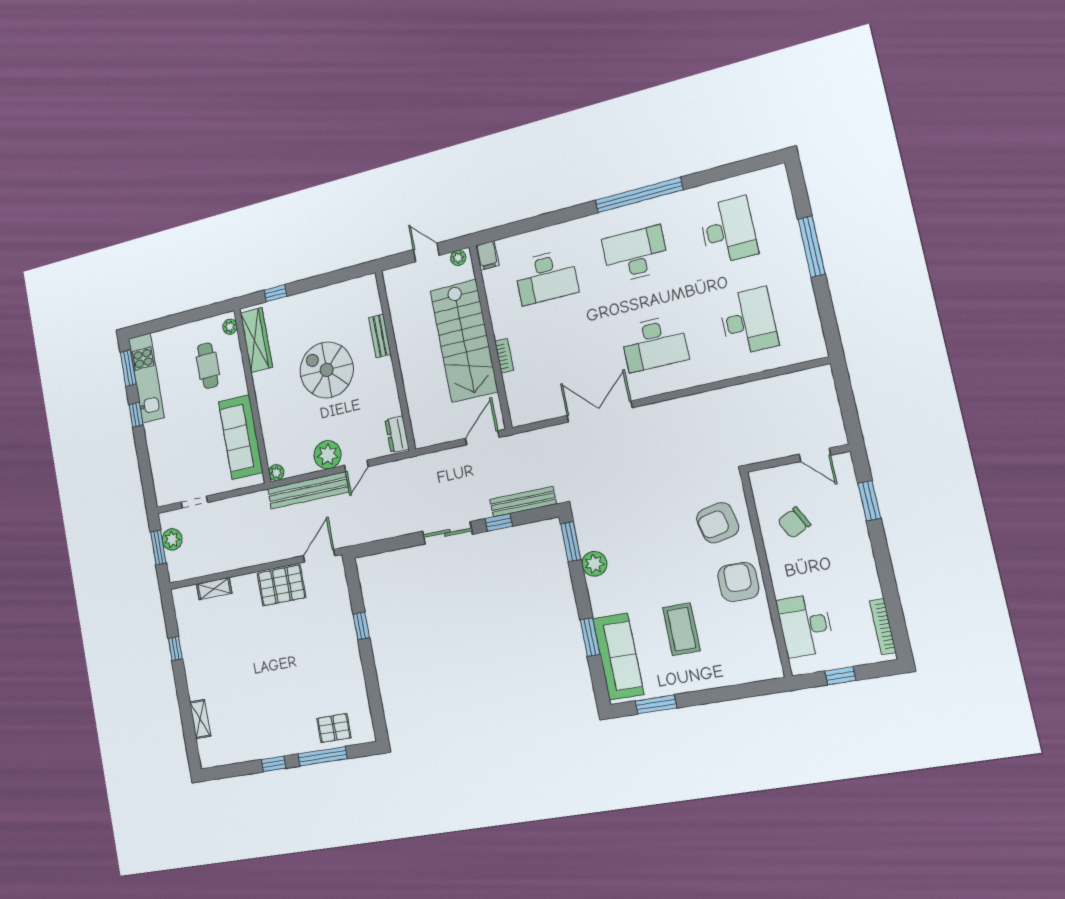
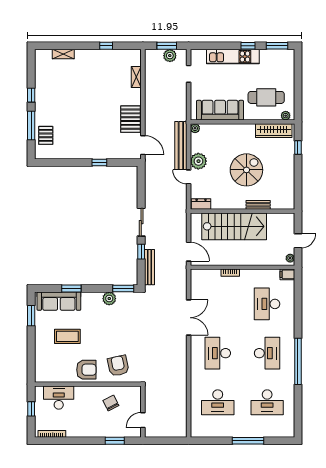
stairs: (464, 341) -> (234, 226), moved, turned 180
cafe table: (208, 366) -> (266, 97), width x1.37, depth x1.35
kitchen unit: (146, 378) -> (233, 57), moved

